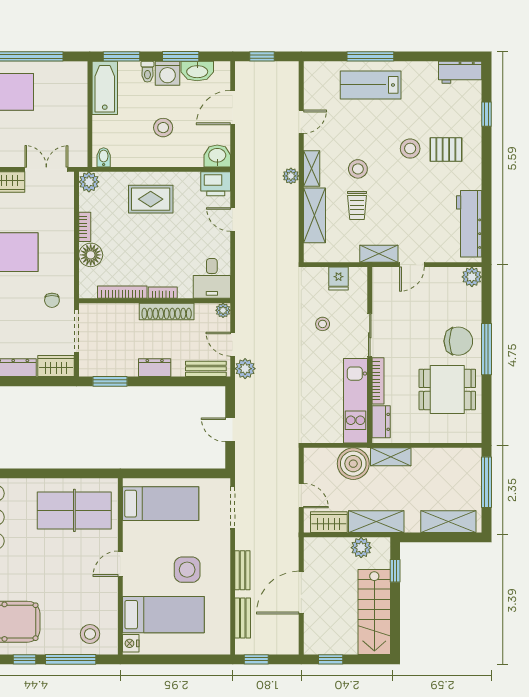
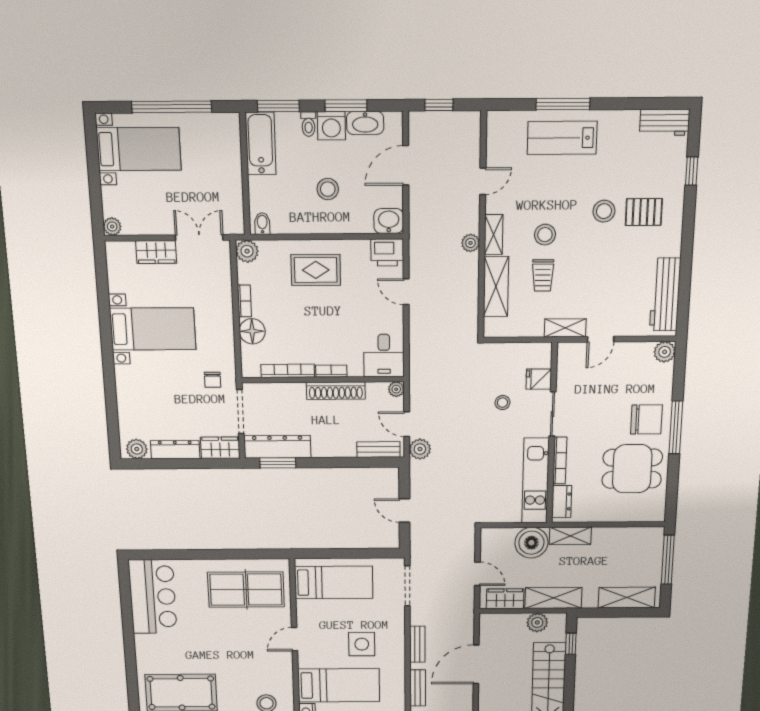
fridge: (339, 278) -> (539, 379), moved, turned 90
dresser: (155, 368) -> (277, 447), moved, width x1.96, depth x1.24

